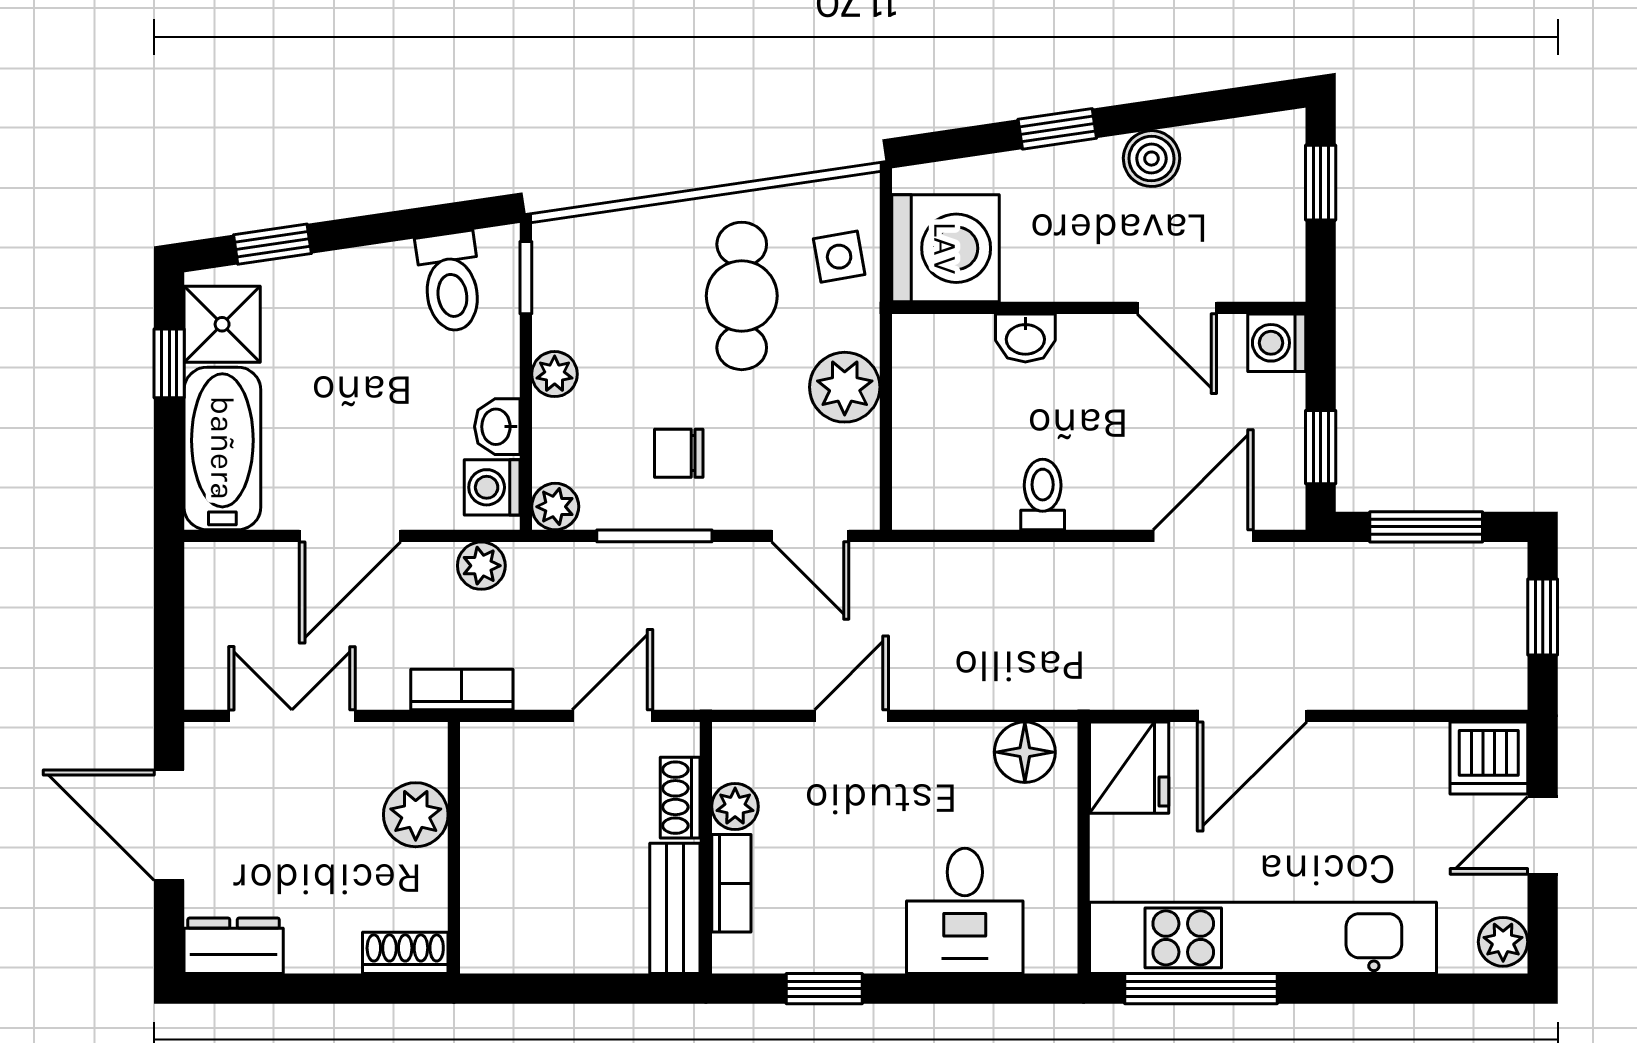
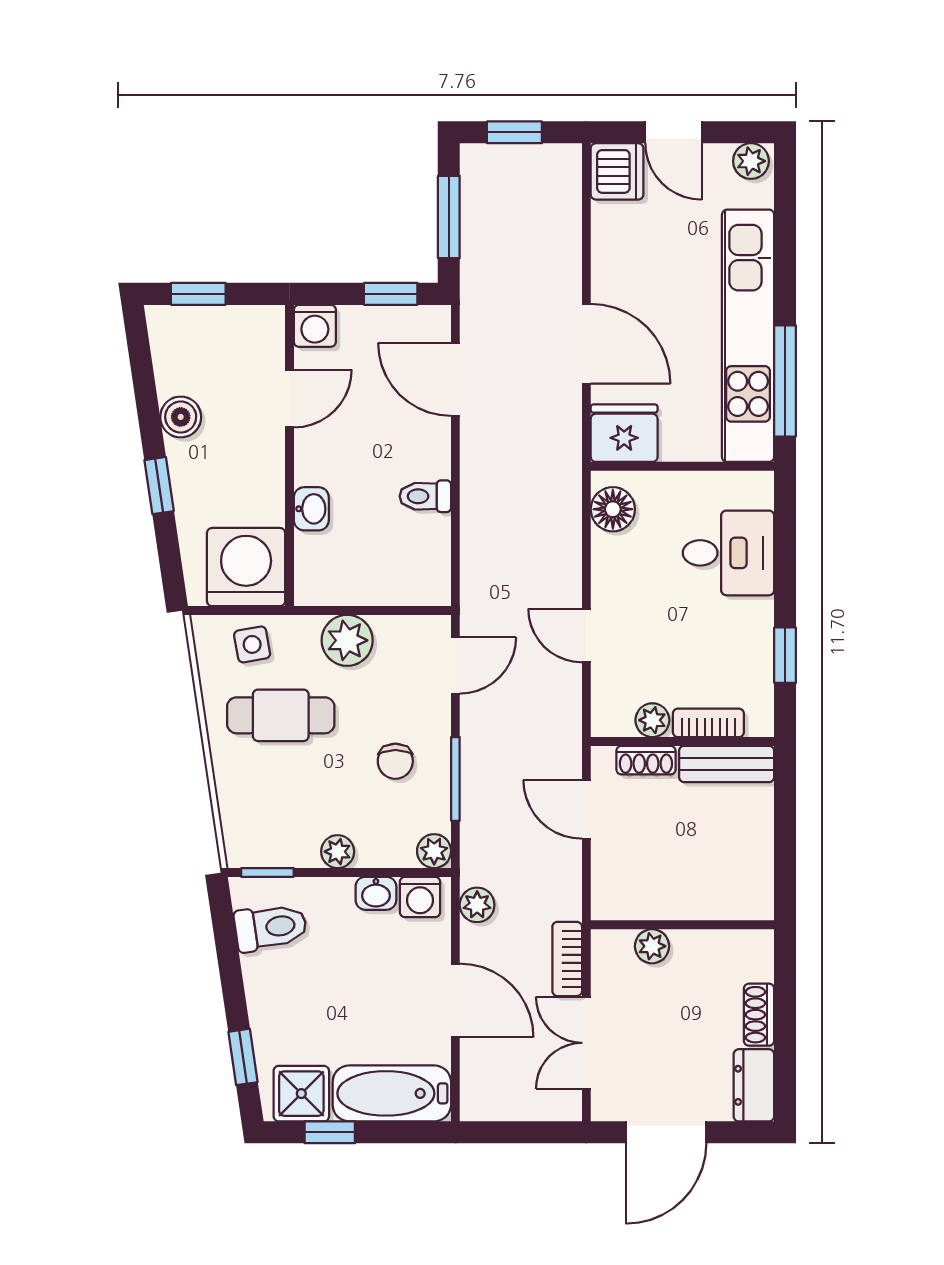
bookcase: (462, 689) -> (567, 959), moved
plant: (416, 815) -> (652, 946), width x0.73, depth x0.73
shoe rack: (405, 953) -> (759, 1015), moved

